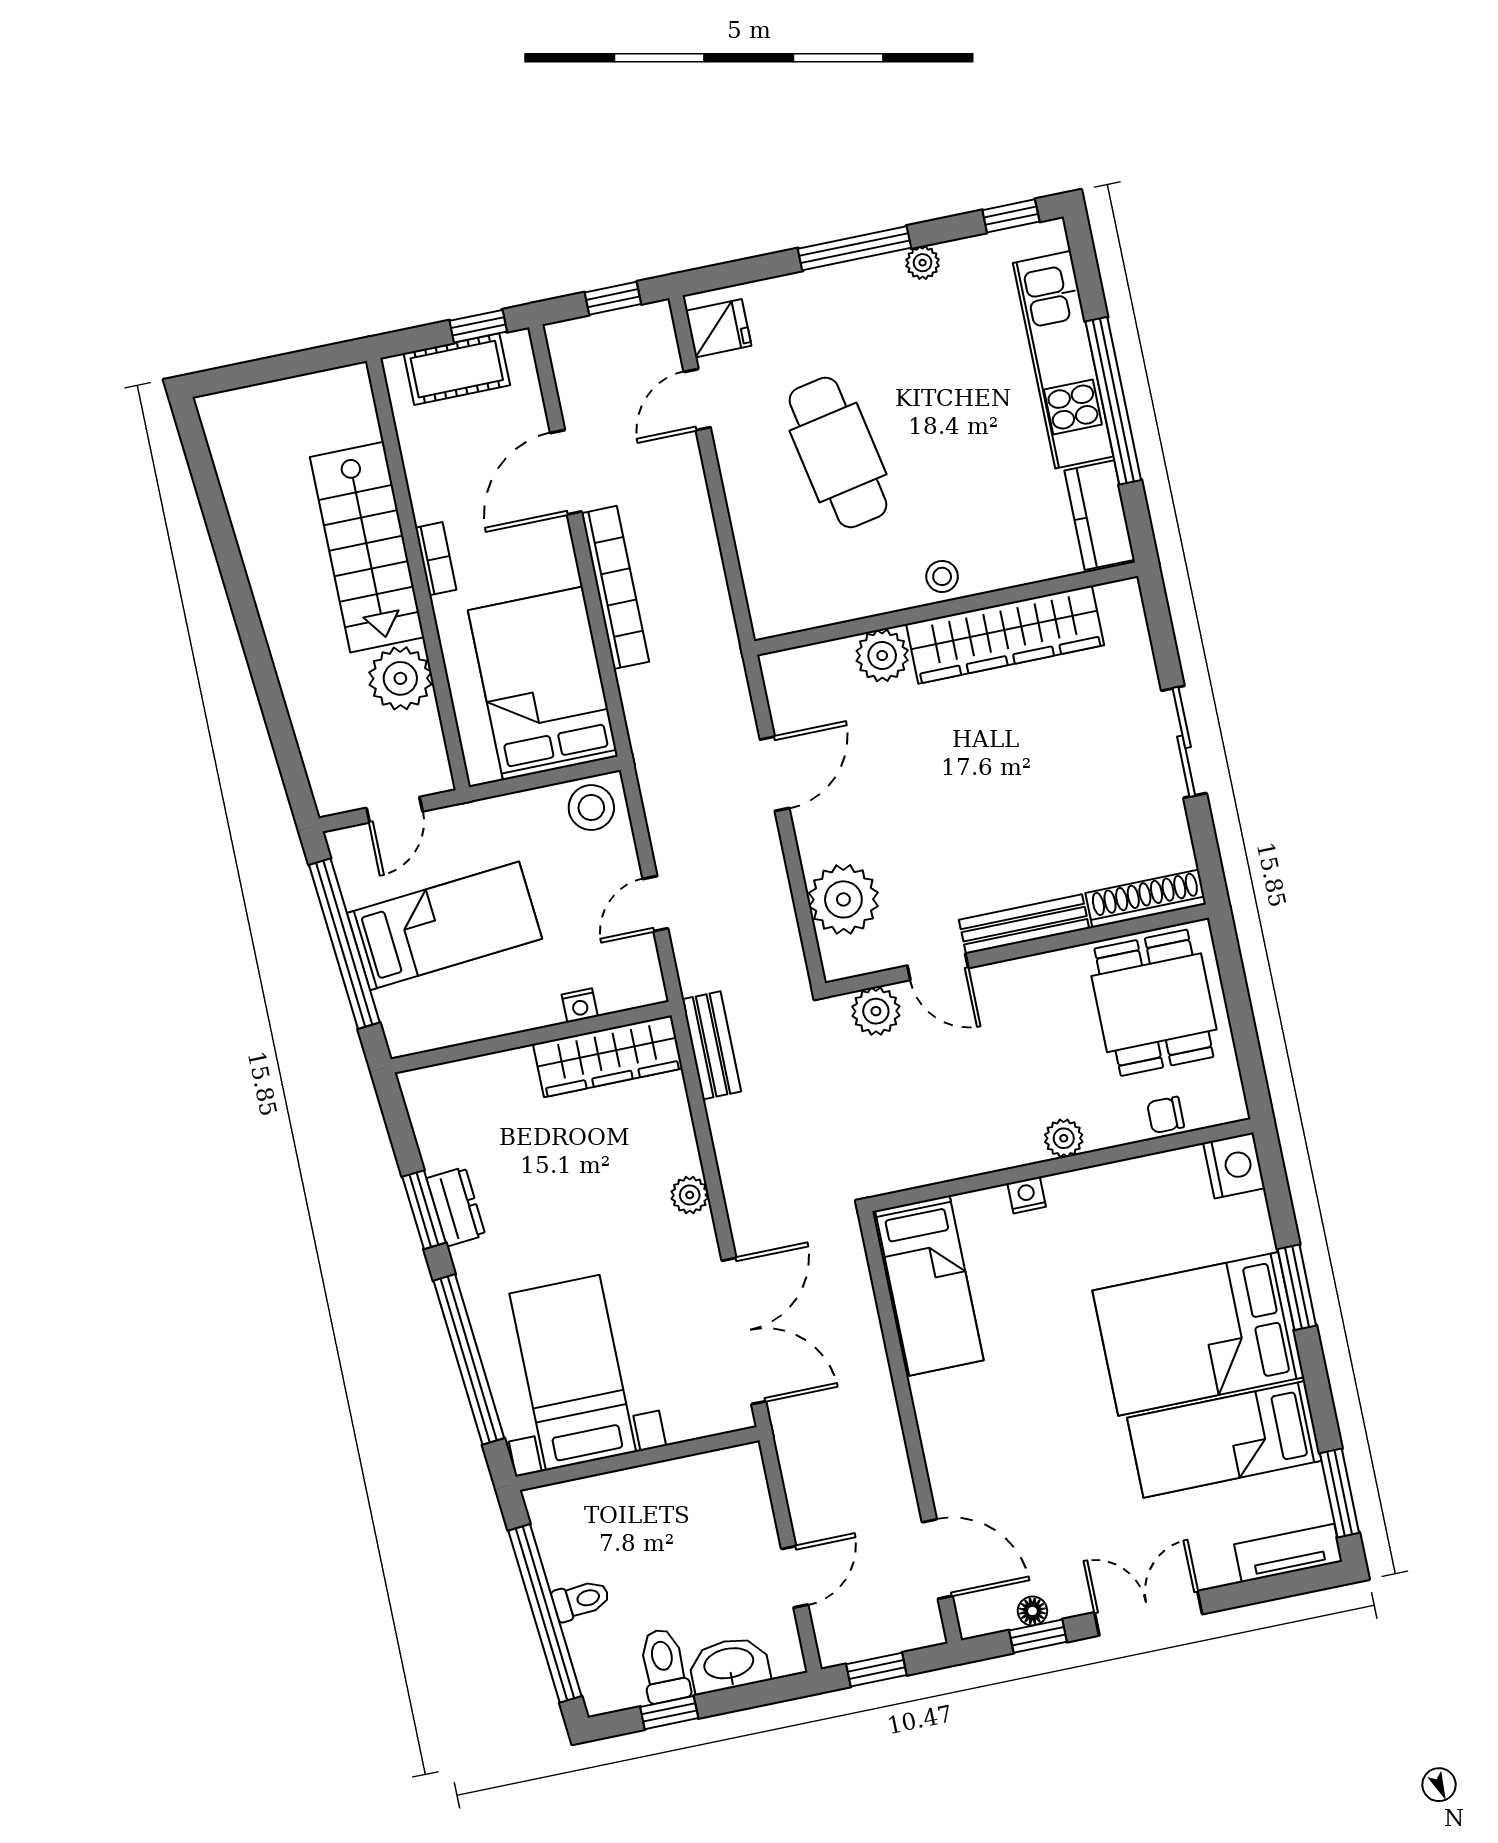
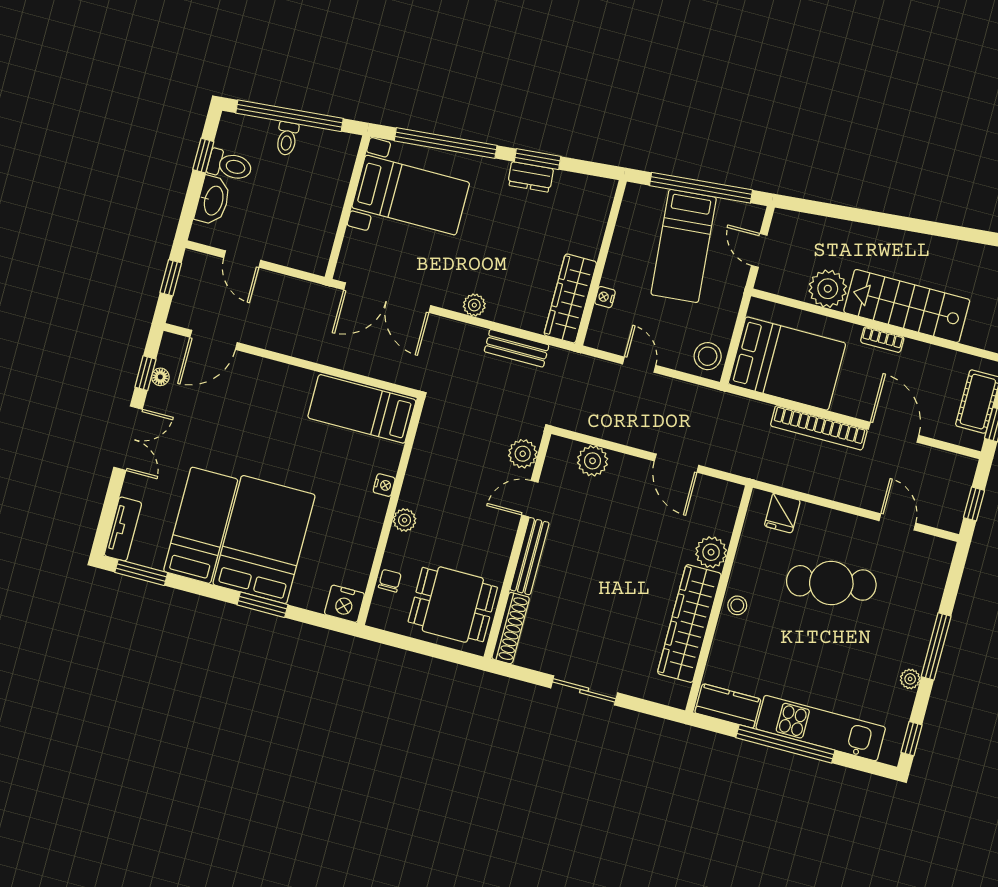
fridge: (719, 328) -> (782, 513), moved
plant: (843, 899) -> (593, 461), width x0.73, depth x0.73
bench: (712, 1045) -> (517, 348), moved

